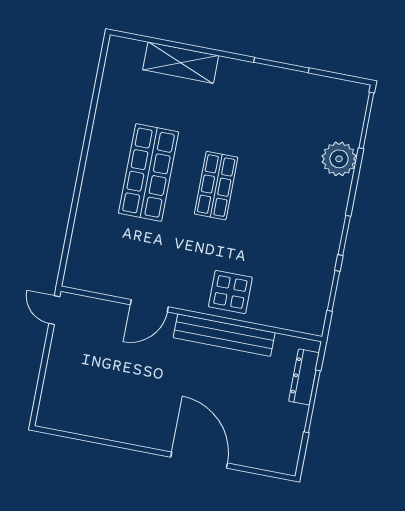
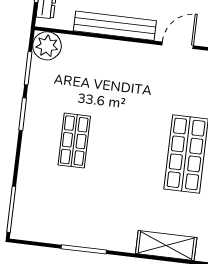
plant: (339, 159) -> (47, 46), moved
shop shelf: (216, 186) -> (74, 141), moved
display table: (230, 292) -> (112, 61), removed

